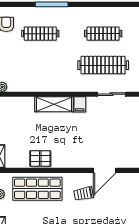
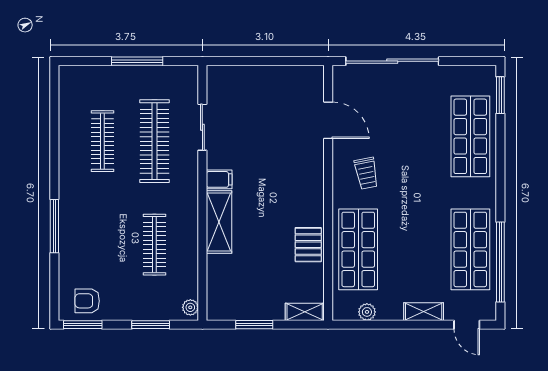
clothes rail: (40, 34) -> (154, 245), moved
door: (105, 170) -> (328, 120), moved

